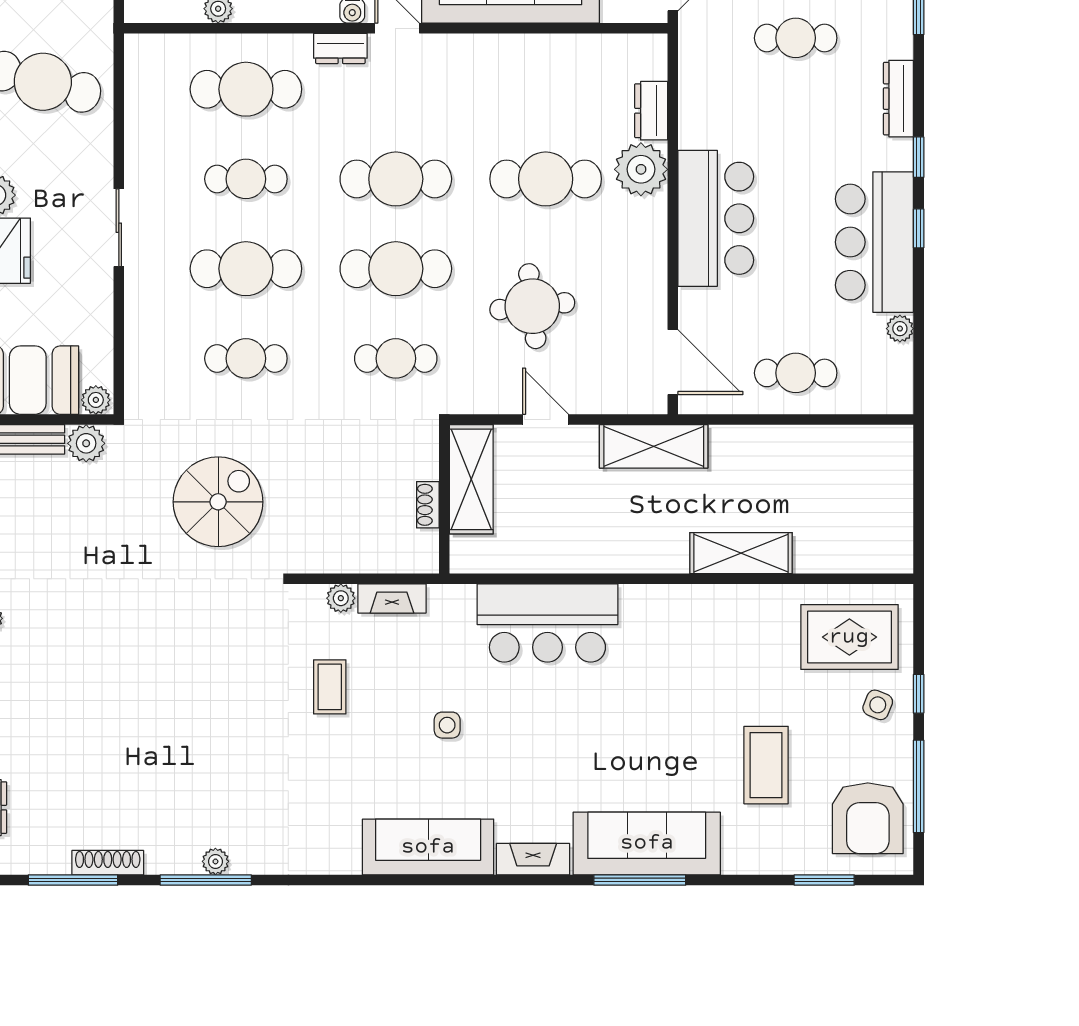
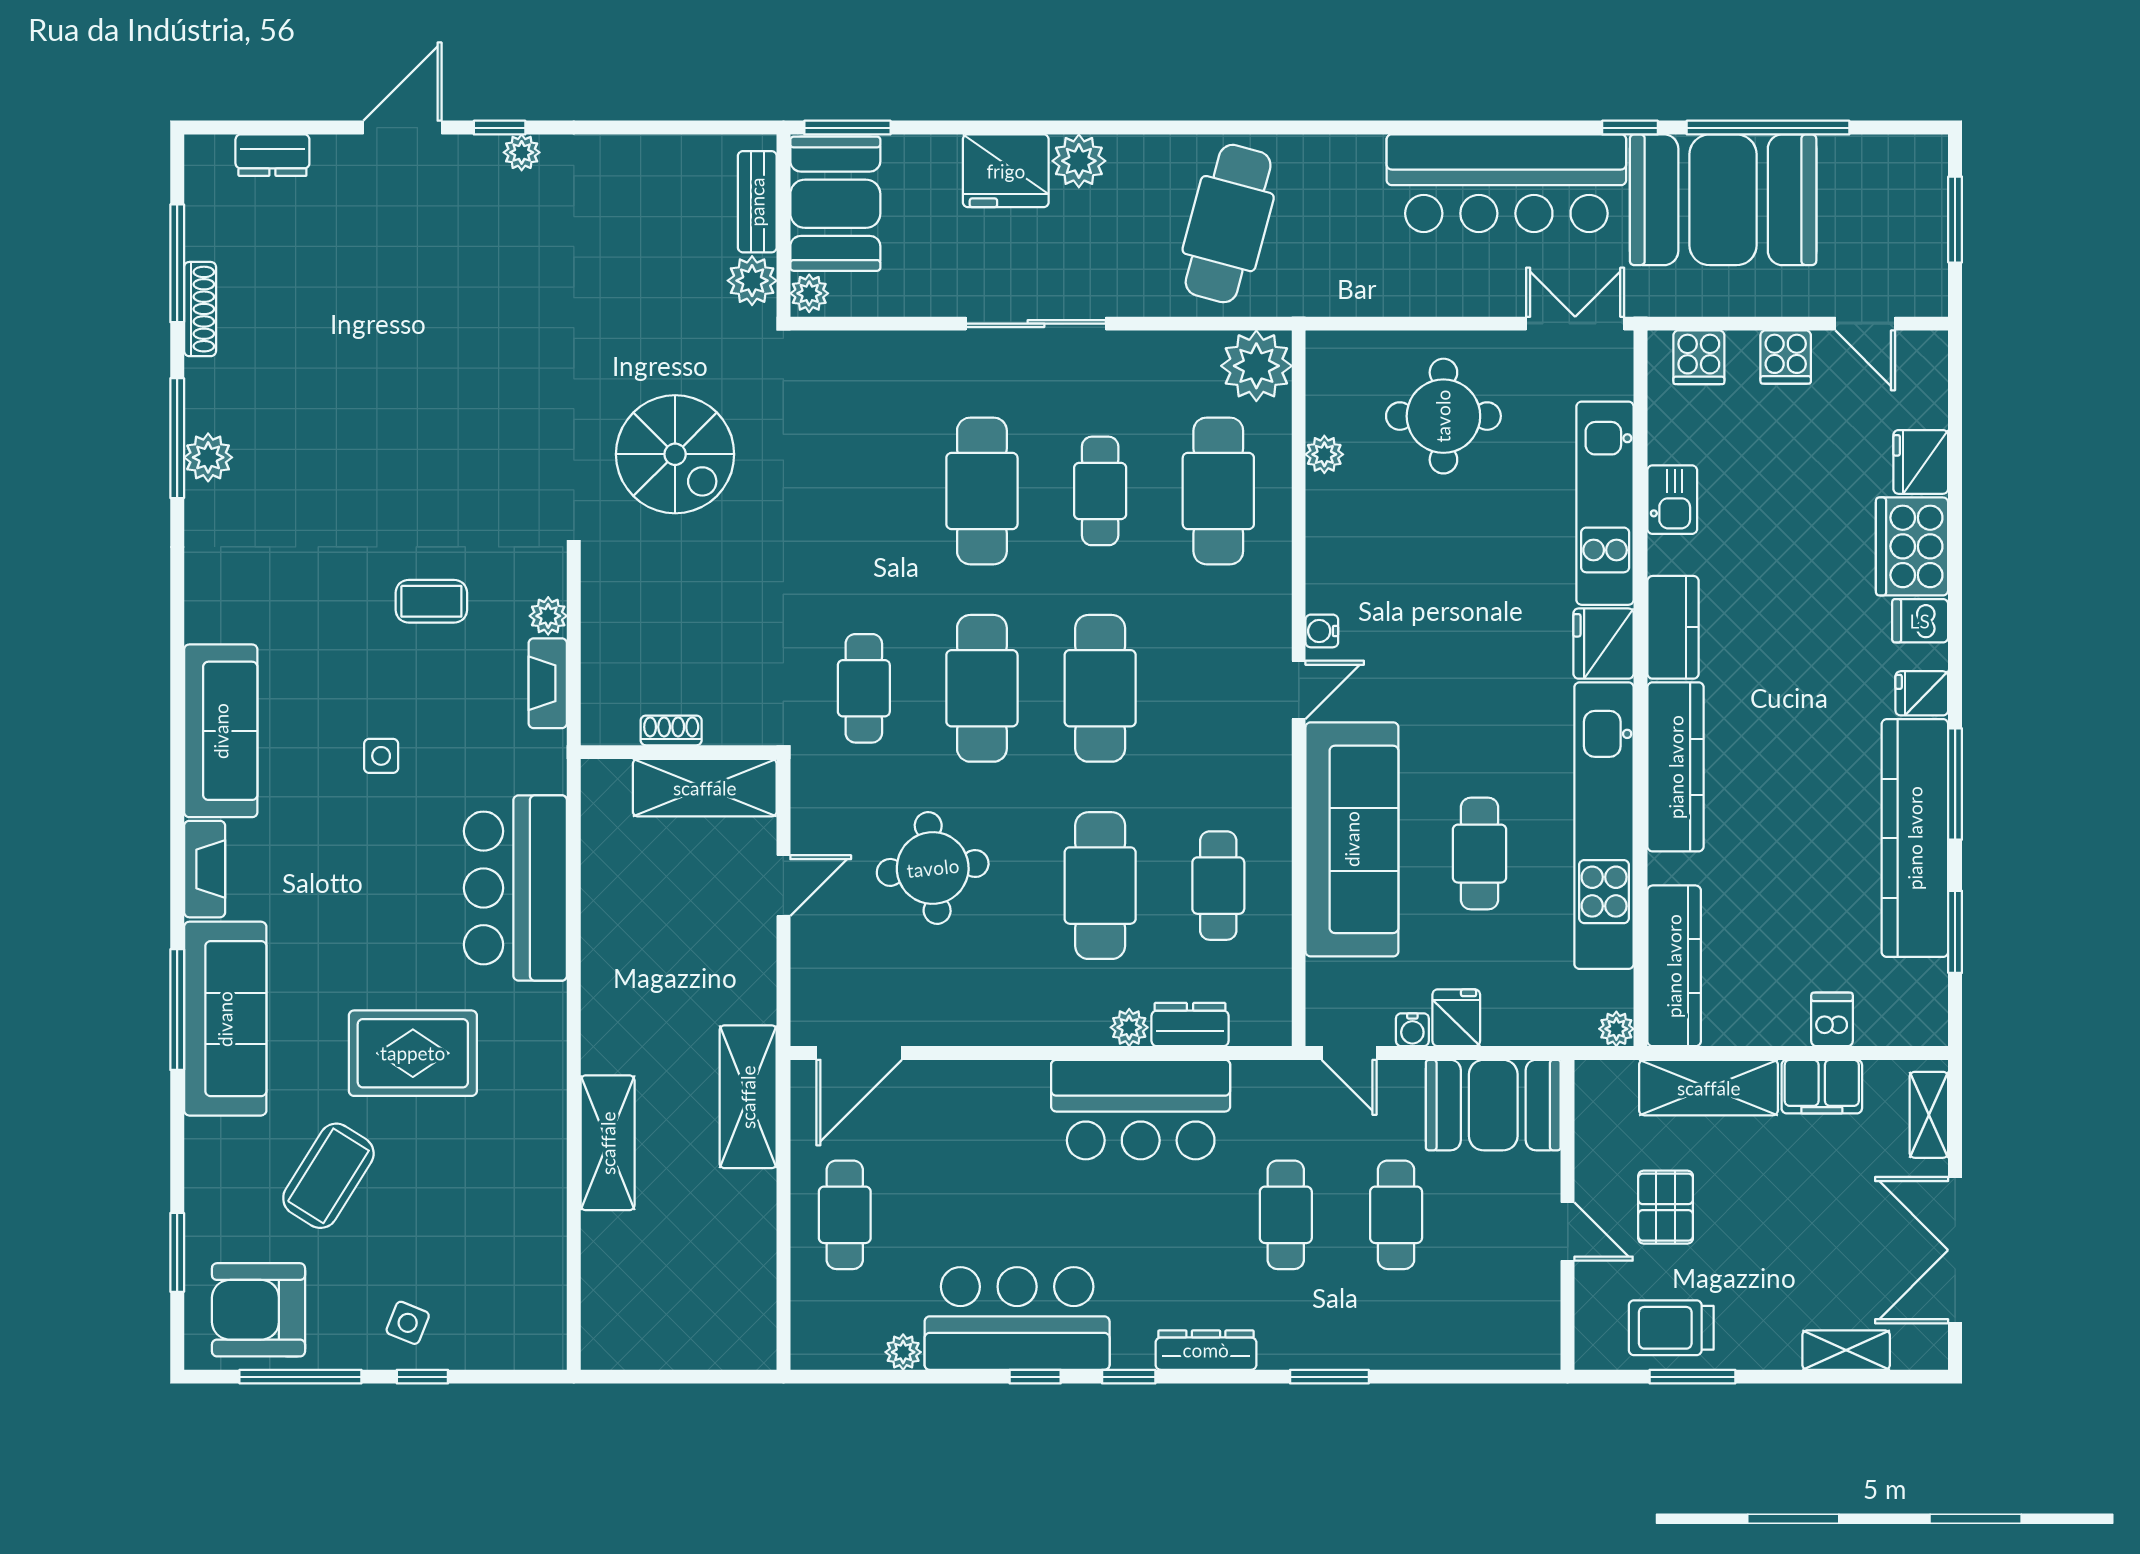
dresser: (340, 48) -> (1272, 615), removed
plant: (151, 60) -> (1256, 366), added
plant: (641, 169) -> (1129, 1027), width x0.53, depth x0.53
bar counter: (716, 218) -> (1141, 1110), moved
sliding door: (119, 228) -> (1036, 324), width x1.37
cafe table: (246, 358) -> (1218, 886), moved
shelving: (654, 446) -> (748, 1097), moved
rug: (849, 637) -> (413, 1053), moved, turned 90
coffee table: (766, 765) -> (328, 1176), turned -58
plant: (215, 861) -> (208, 457), width x1.38, depth x1.38

